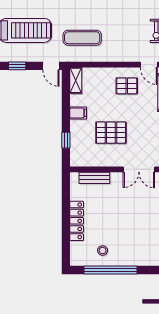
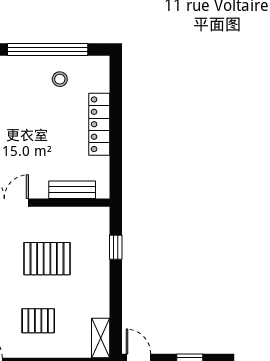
pallet: (127, 86) -> (38, 321), moved
filing cabinet: (78, 113) -> (97, 288), removed

